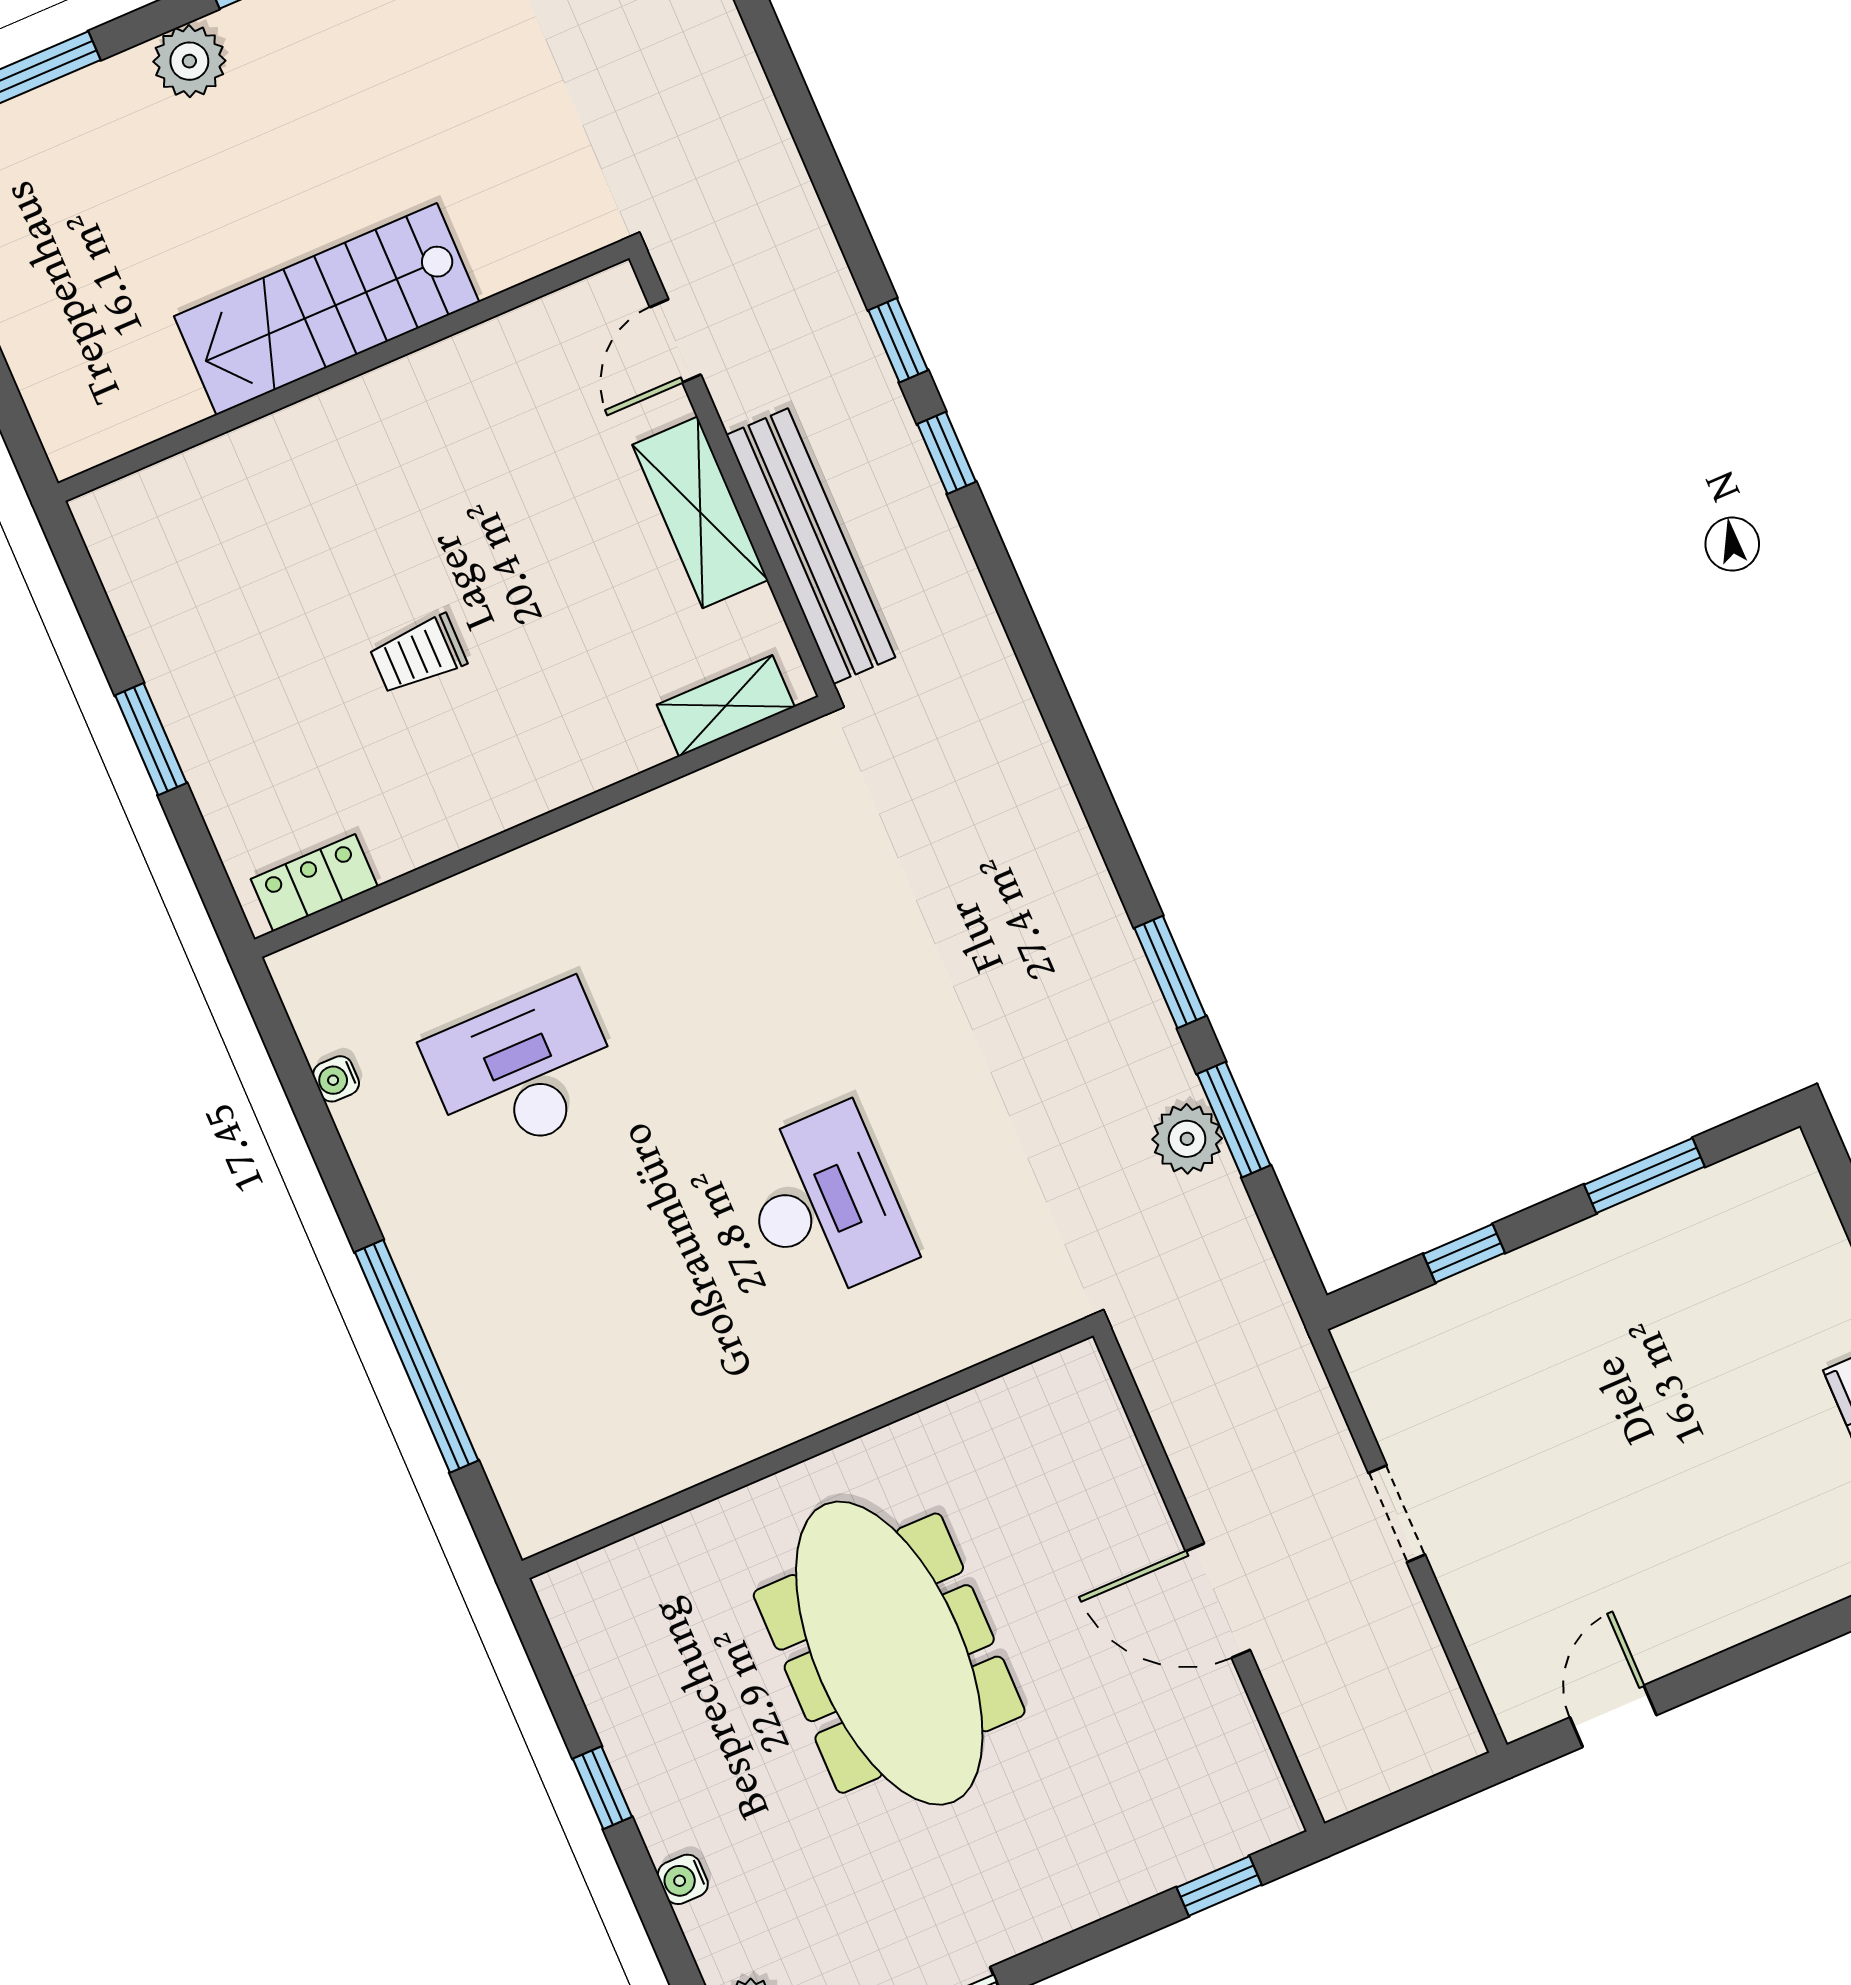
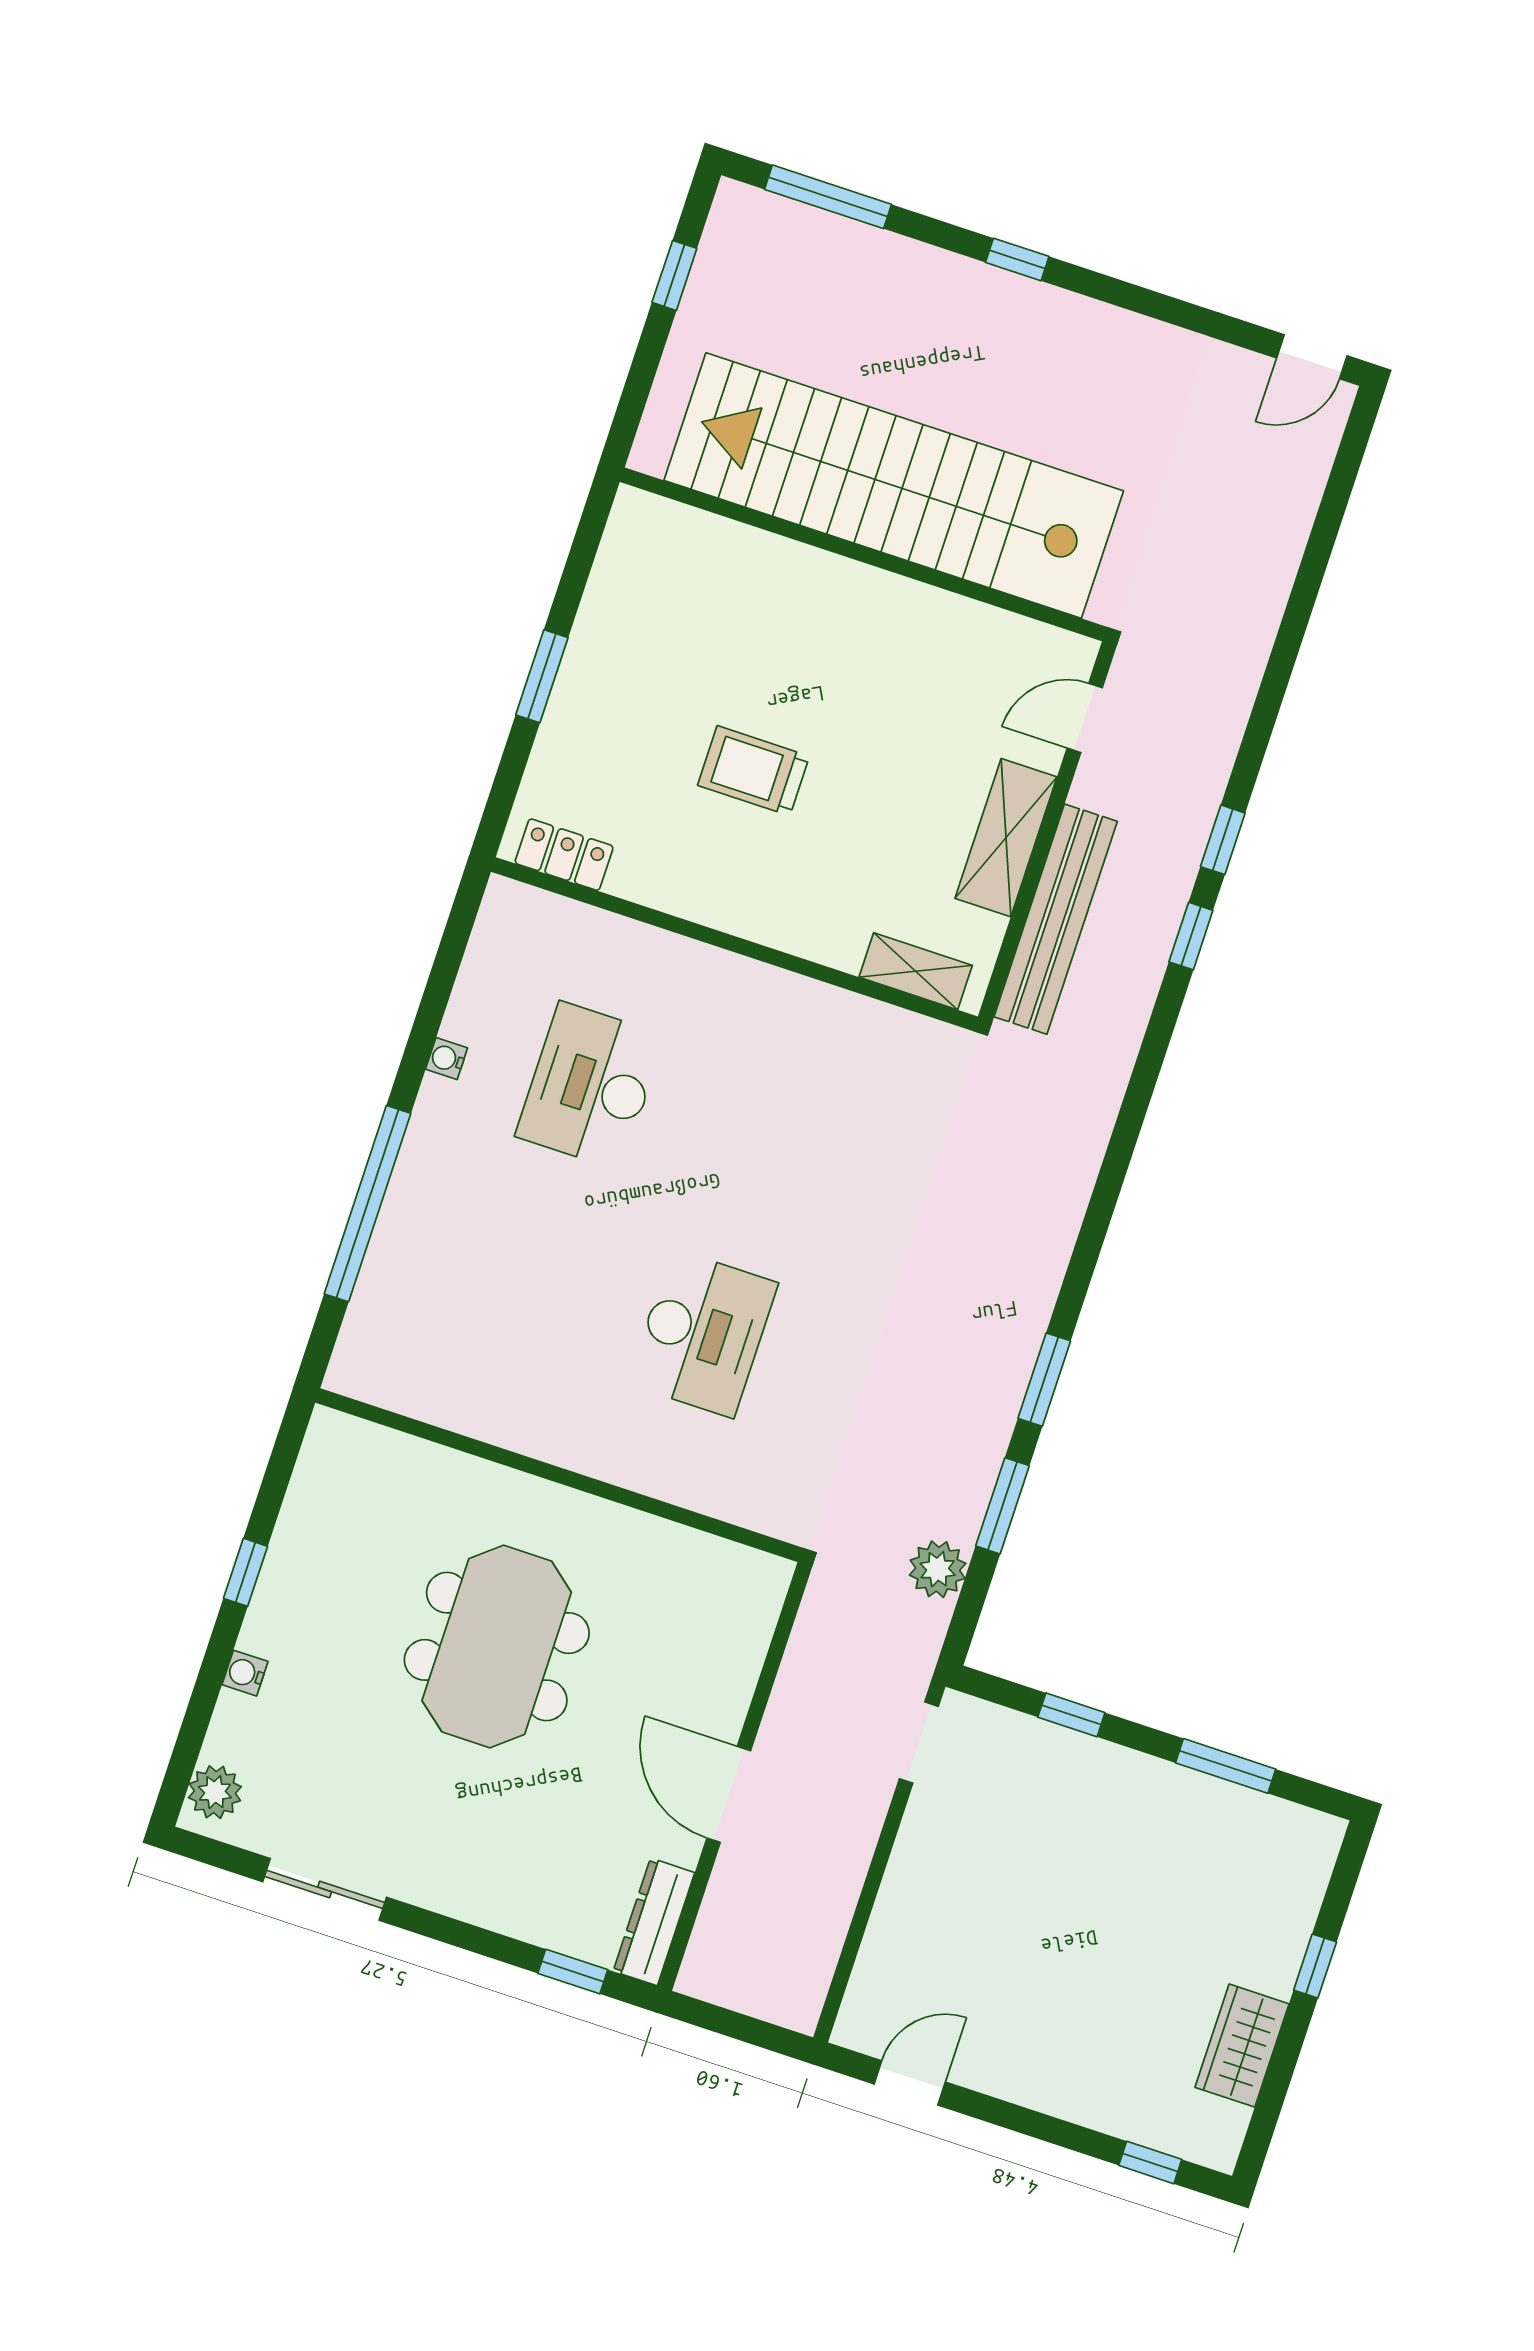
plant: (189, 61) -> (938, 278), removed
stairs: (327, 309) -> (894, 486), width x1.86, depth x1.51
trolley: (418, 655) -> (754, 771), width x1.36, depth x1.39
desk: (524, 1071) -> (590, 1086), turned -90
water cooler: (336, 1079) -> (447, 1059), moved
plant: (1187, 1139) -> (938, 1569), moved
doorway: (1397, 1514) -> (919, 1743), moved
meeting table: (889, 1653) -> (497, 1646), width x0.73
dresser: (1253, 1776) -> (654, 1922), added

